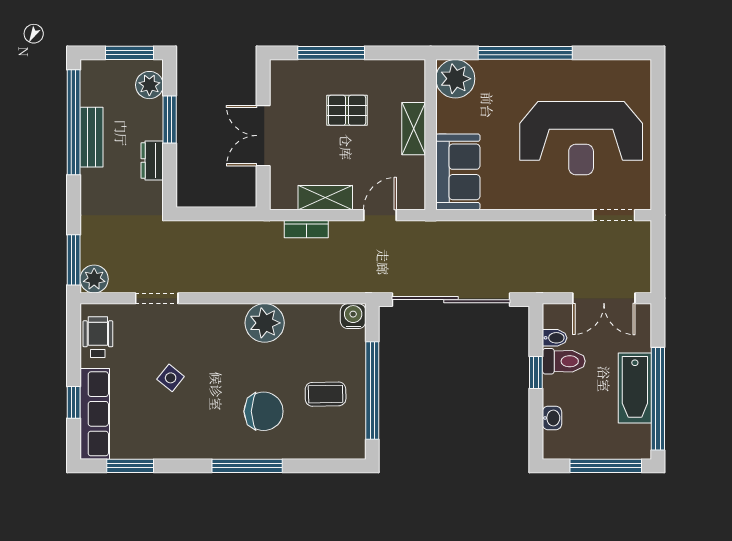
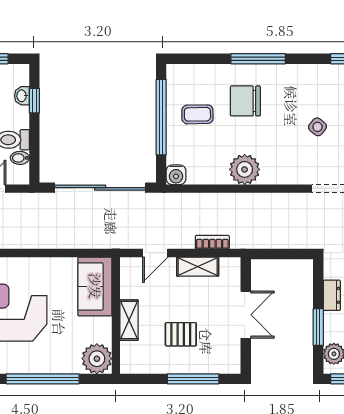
window: (536, 373) -> (34, 101), moved

